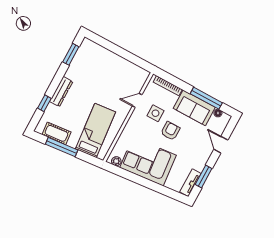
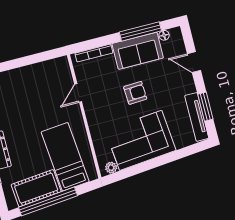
side table: (155, 113) -> (106, 89), removed
armchair: (170, 131) -> (135, 93), turned 87
cot: (56, 133) -> (36, 188), width x1.37, depth x1.34
window: (62, 147) -> (48, 201), width x1.46
tv unit: (190, 183) -> (197, 117), width x1.41

